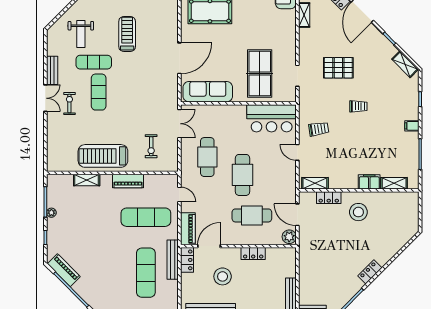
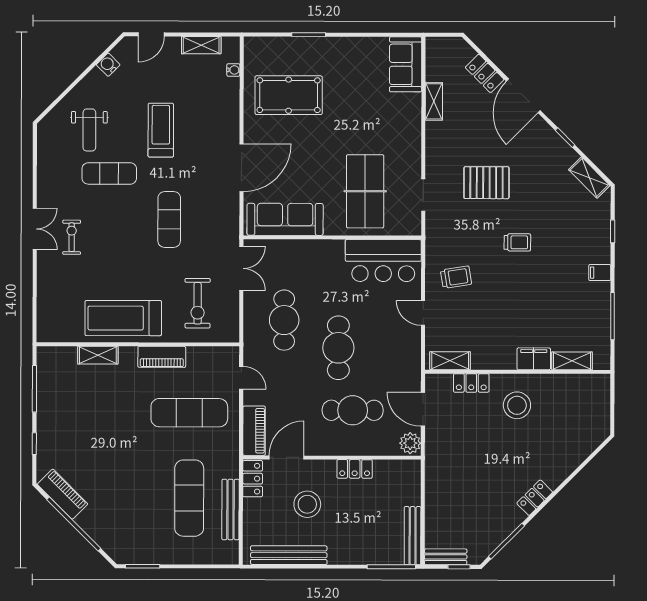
bench: (52, 70) -> (45, 186), removed
exercise mat: (99, 92) -> (169, 219), moved
exercise bike: (151, 146) -> (198, 303), width x1.38, depth x1.39
plant: (51, 213) -> (44, 405), removed
bench: (173, 260) -> (230, 510), moved

